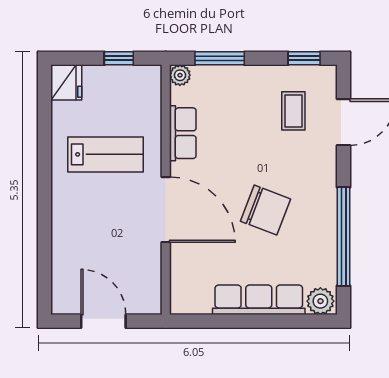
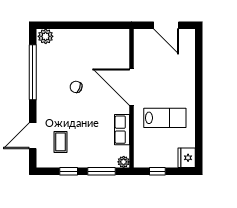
window: (304, 58) -> (69, 171), moved
lab bench: (105, 154) -> (165, 118), turned 180
chair: (265, 210) -> (76, 87), width x0.54, depth x0.54
row of seats: (259, 300) -> (80, 37), removed

